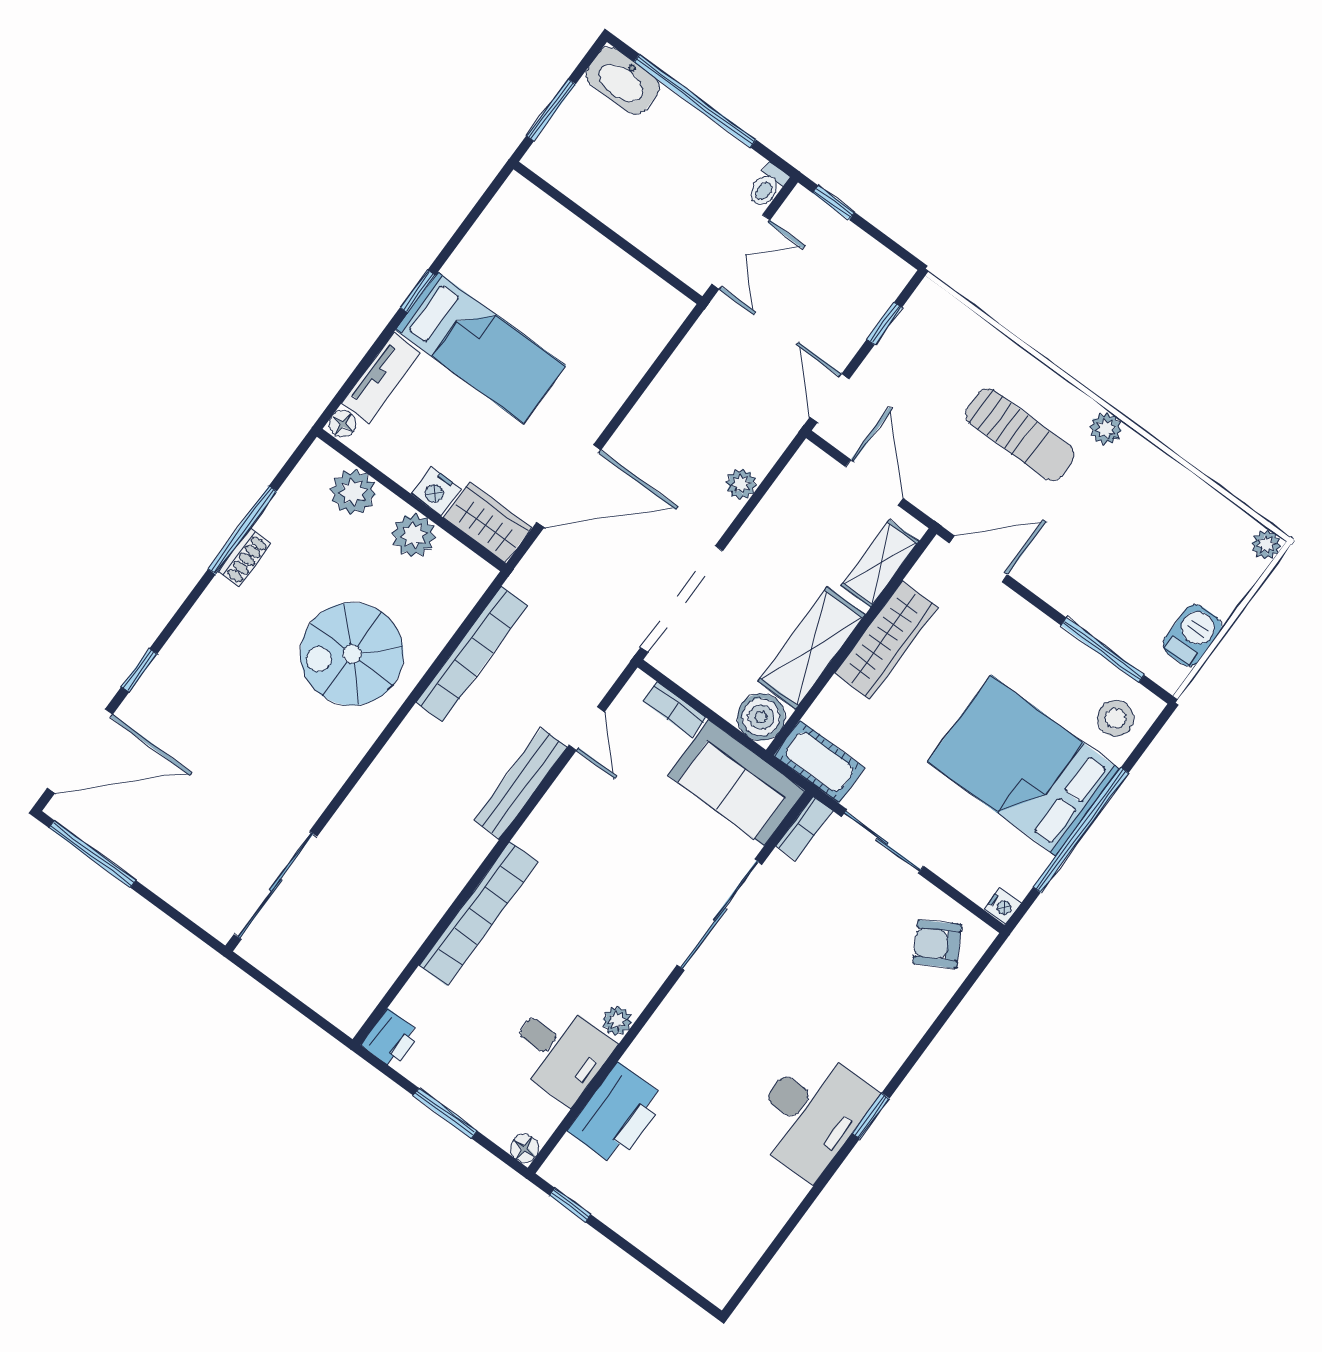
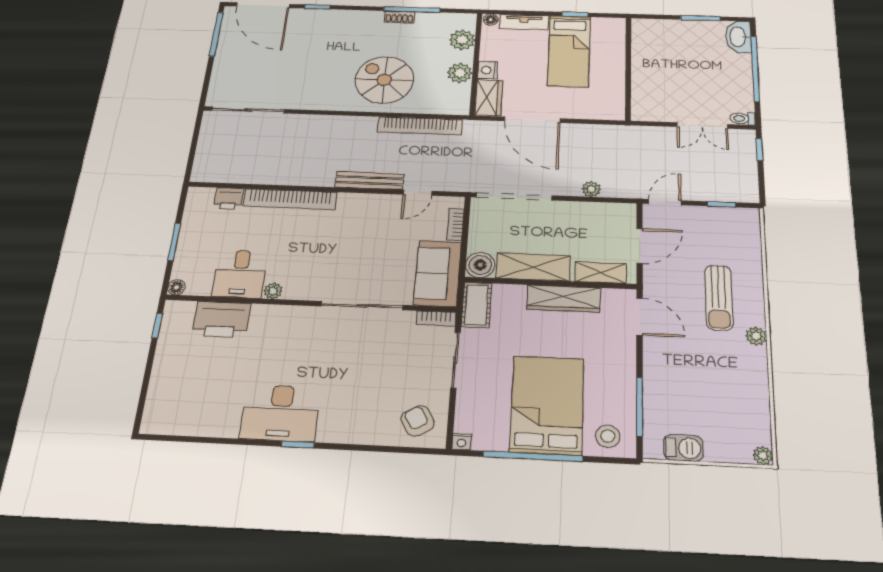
wall: (608, 233) -> (628, 68), moved
printer: (391, 1039) -> (229, 198), moved

